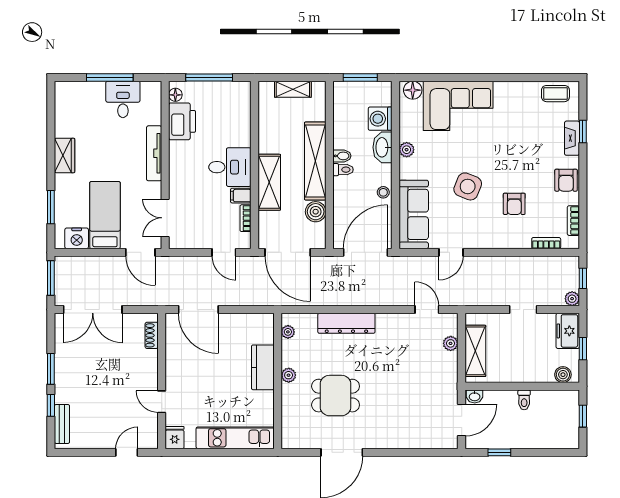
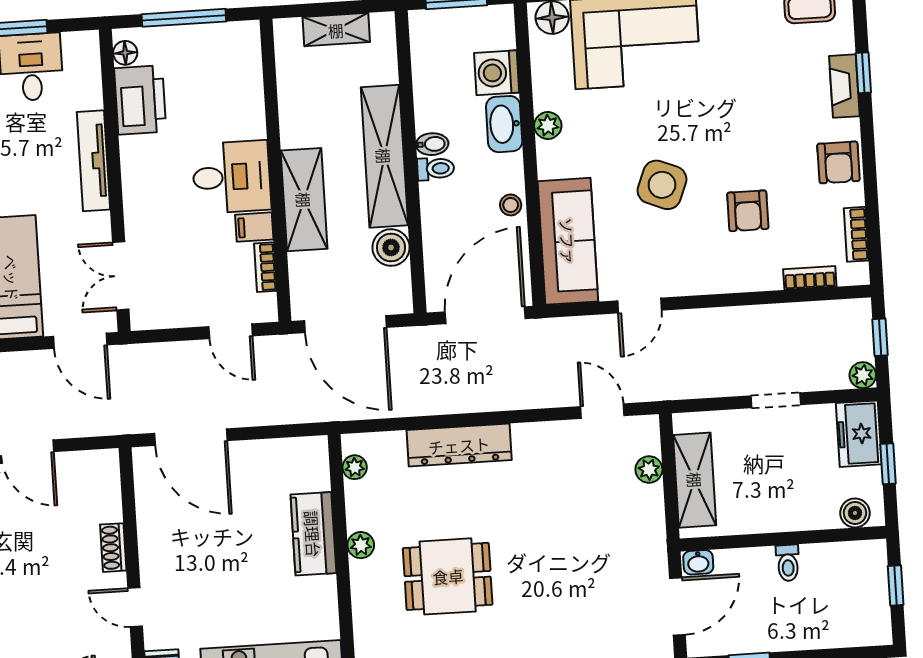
shoe rack: (152, 335) -> (113, 548), moved

